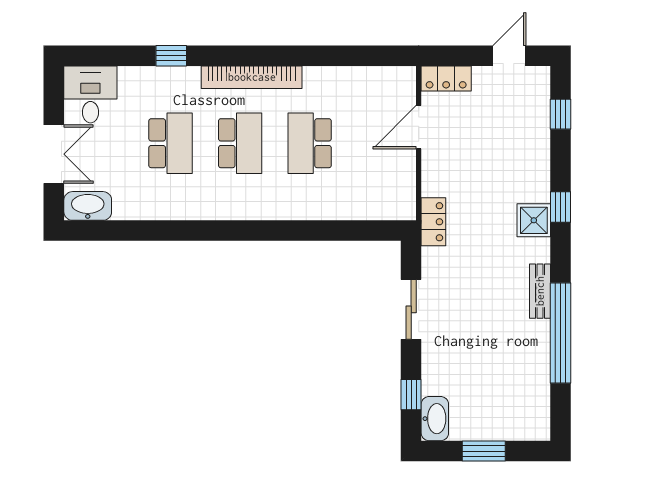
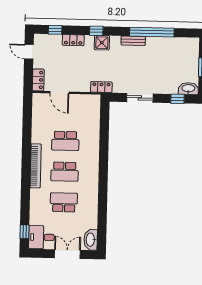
window: (171, 56) -> (24, 232), moved
school desk: (240, 143) -> (65, 172), turned 180
locker: (538, 156) -> (73, 40), added

